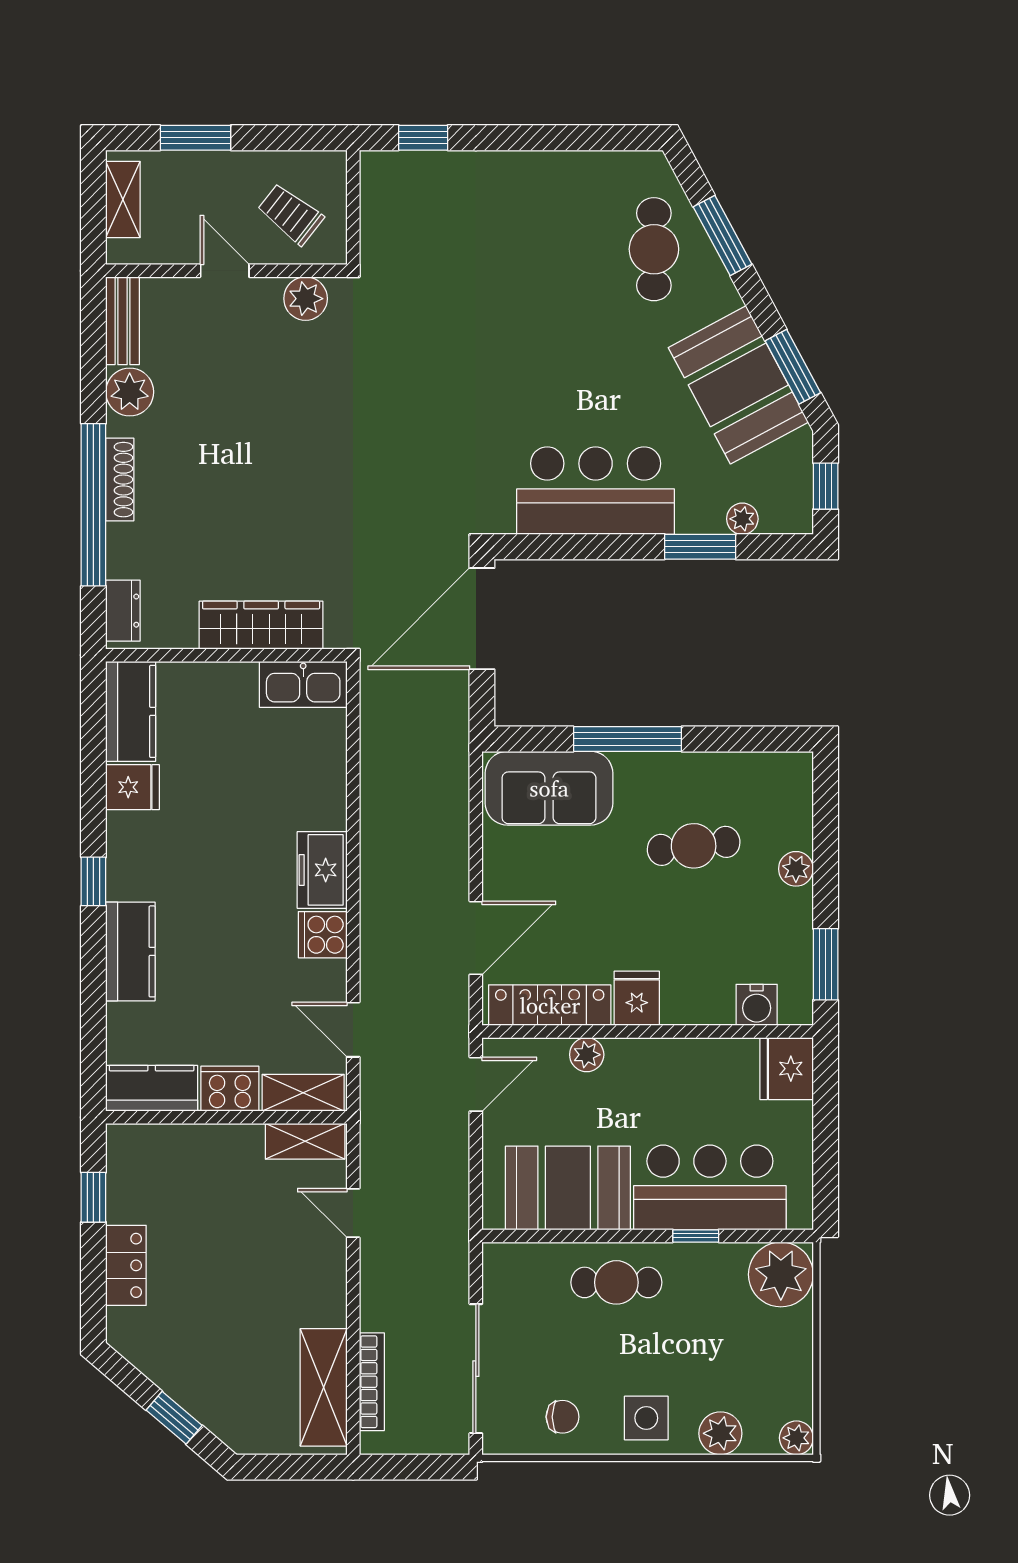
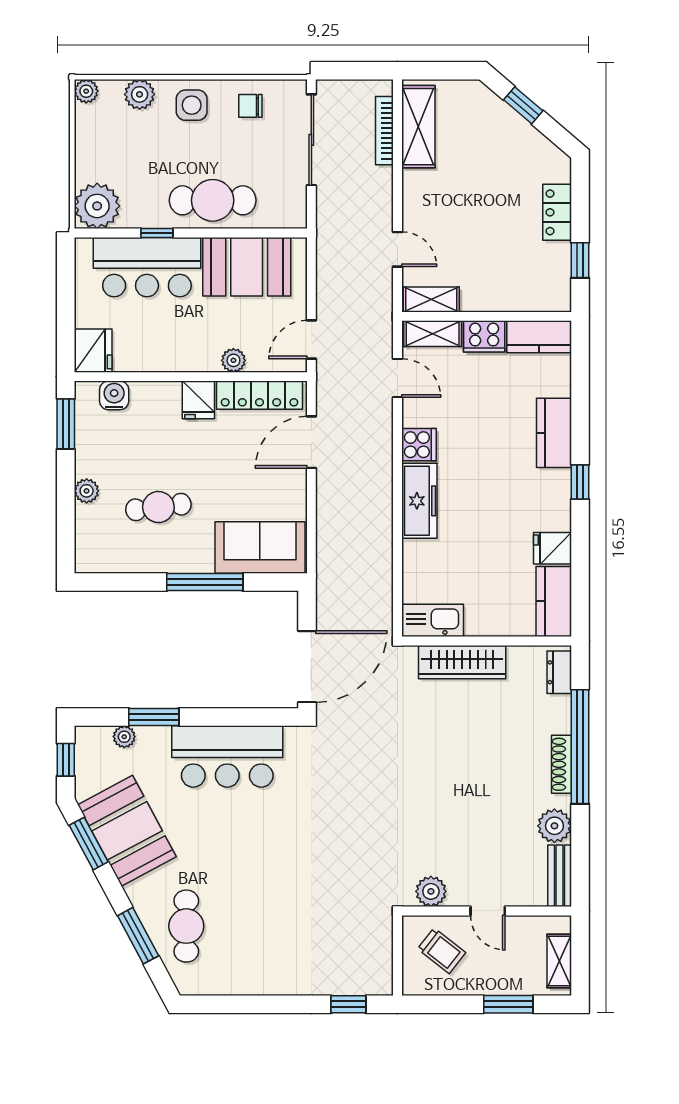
freezer: (322, 870) -> (419, 501), width x1.40
cafe table: (616, 1282) -> (213, 200), width x1.37, depth x1.35

